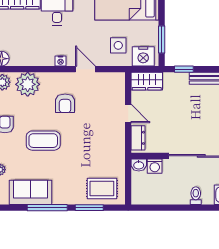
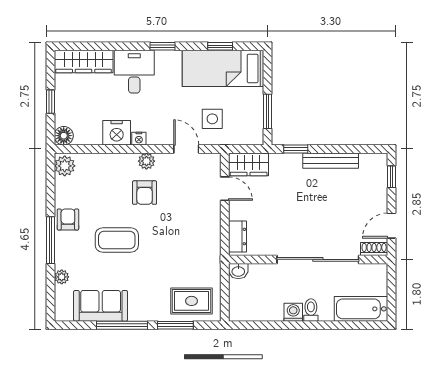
nightstand: (143, 56) -> (117, 133), moved
door: (85, 69) -> (186, 149), moved
plant: (28, 84) -> (146, 161), moved, width x0.53, depth x0.53
door: (128, 113) -> (225, 189), moved
washing machine: (155, 166) -> (293, 312), moved, turned 180

